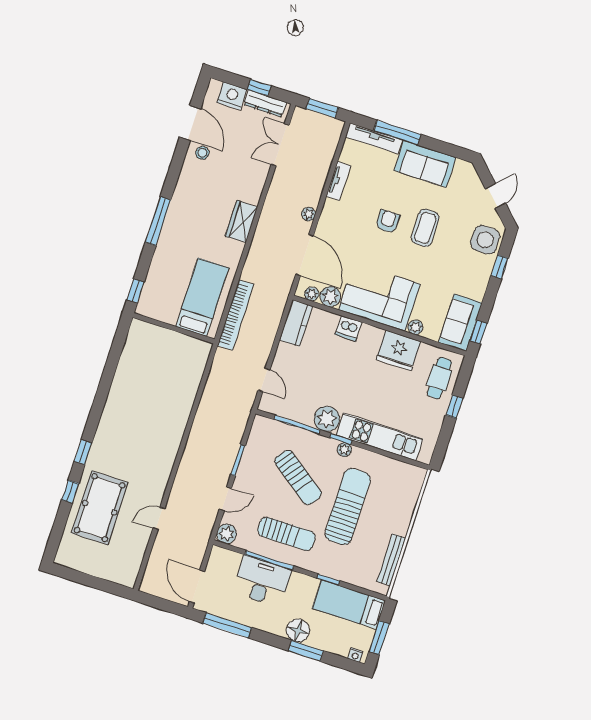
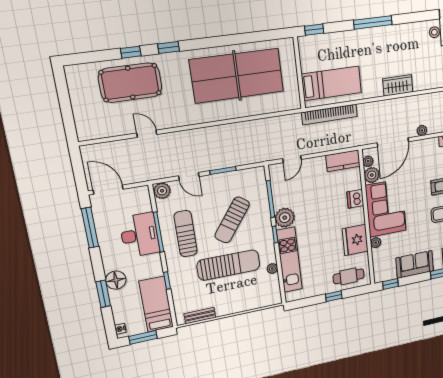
sofa: (460, 323) -> (415, 264), moved
table tennis table: (144, 397) -> (237, 76), added
plant: (344, 450) -> (272, 269), moved
sun lounger: (287, 534) -> (186, 234), turned 180
bench: (391, 560) -> (200, 316), width x0.73
door: (197, 586) -> (108, 190), hinge flipped

